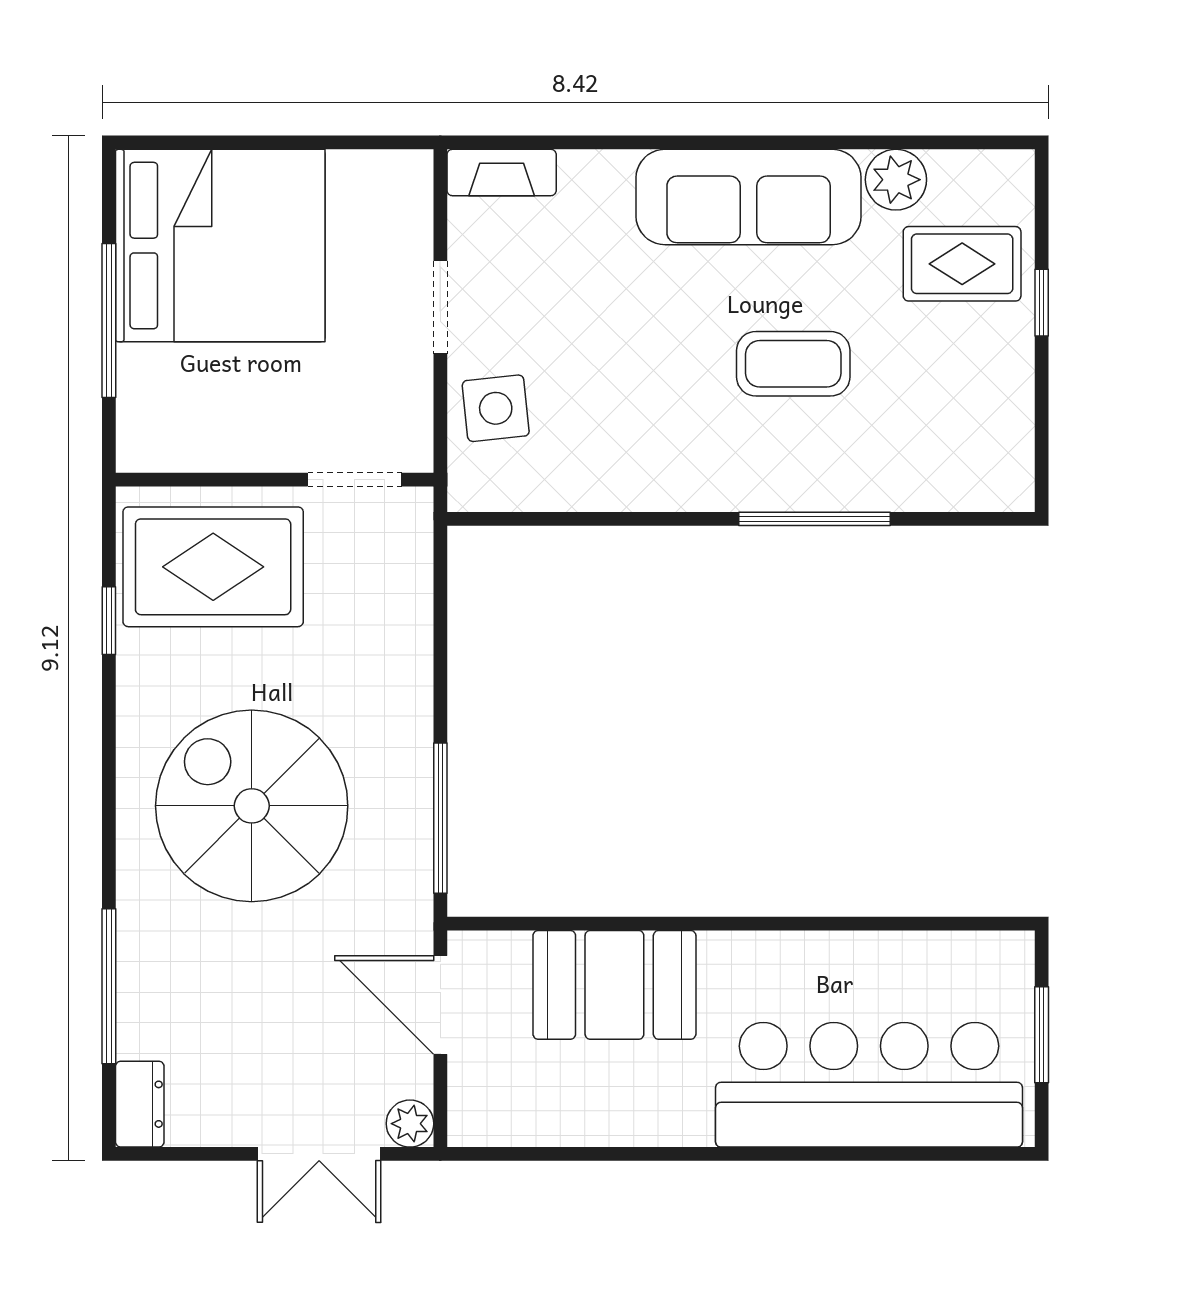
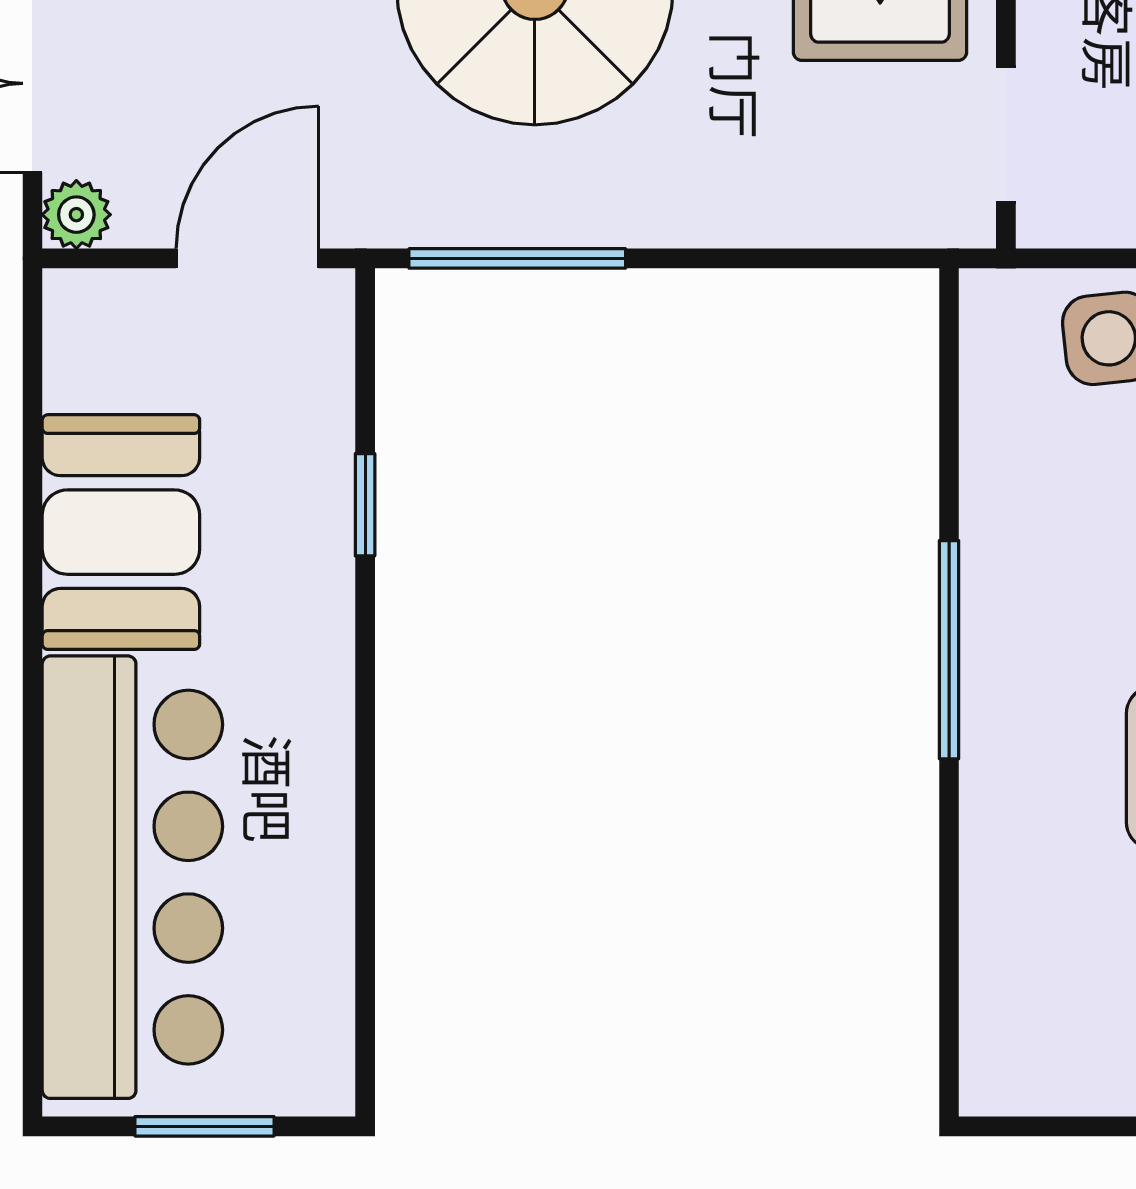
window: (814, 519) -> (949, 650), moved
window: (611, 924) -> (365, 505), added
booth: (614, 985) -> (121, 532), moved

